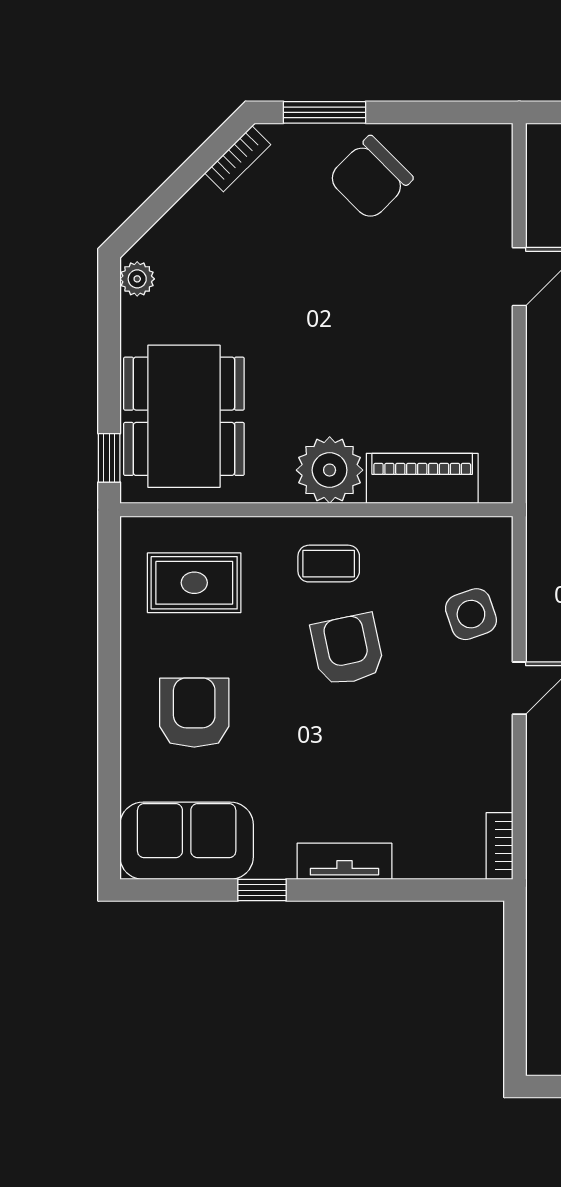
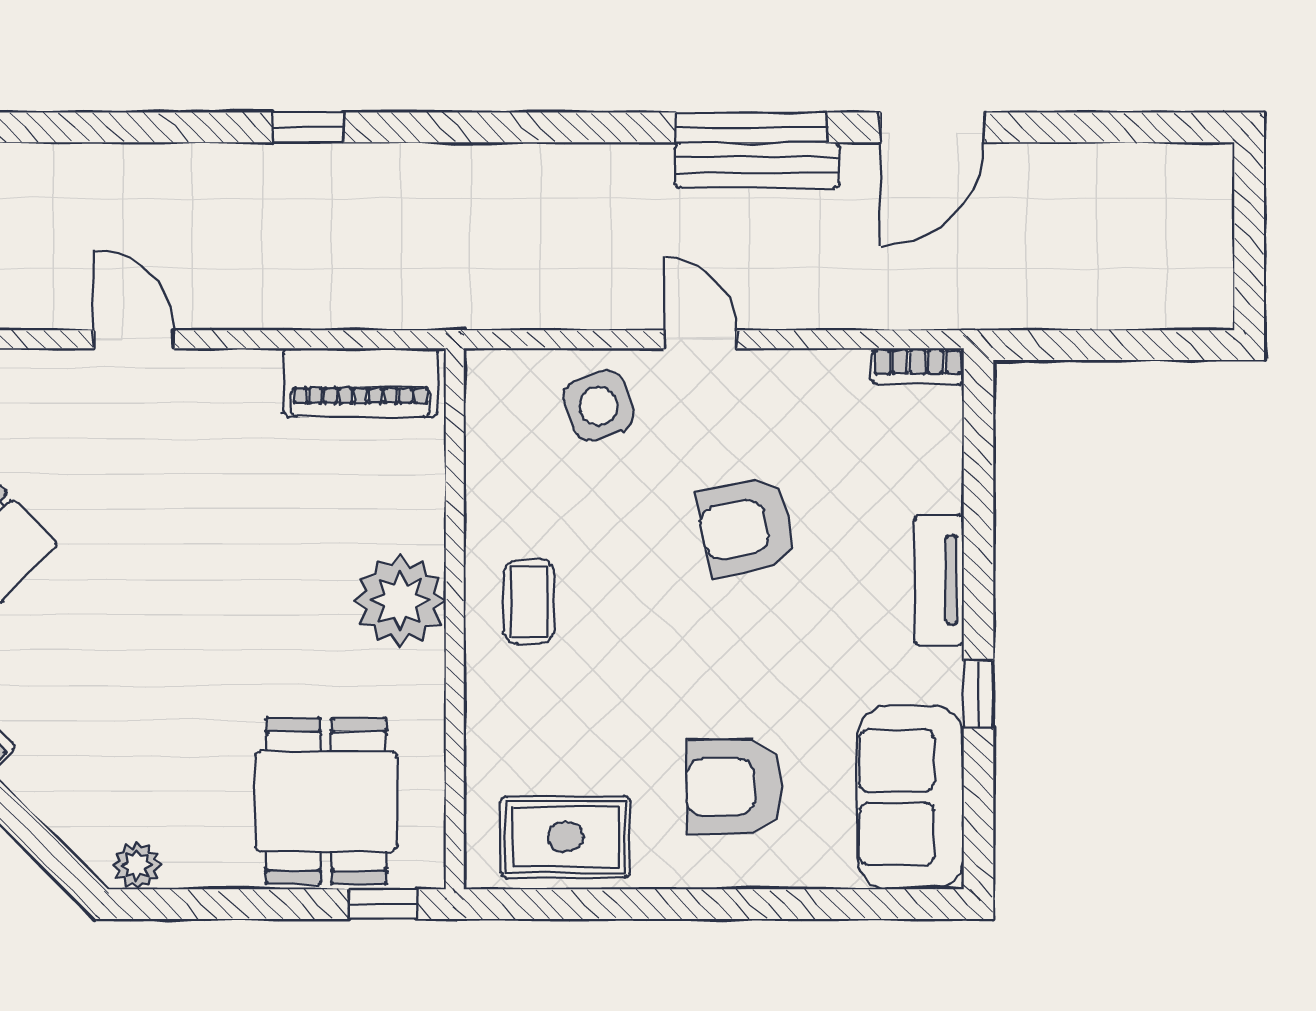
dining table: (184, 416) -> (326, 801), width x0.73
piano: (422, 478) -> (360, 382), moved, turned -90
rug: (194, 583) -> (566, 837), moved, turned 90
armchair: (347, 650) -> (747, 527), moved

